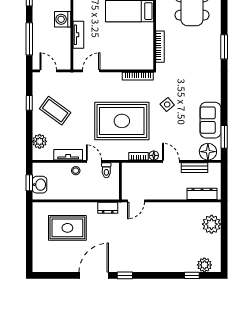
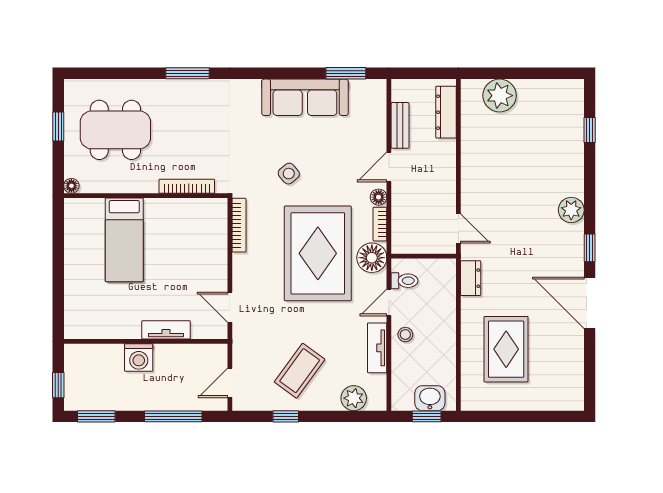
sofa: (210, 120) -> (305, 97), width x1.36
floor lamp: (208, 152) -> (372, 258), moved
plant: (204, 265) -> (571, 210), moved

